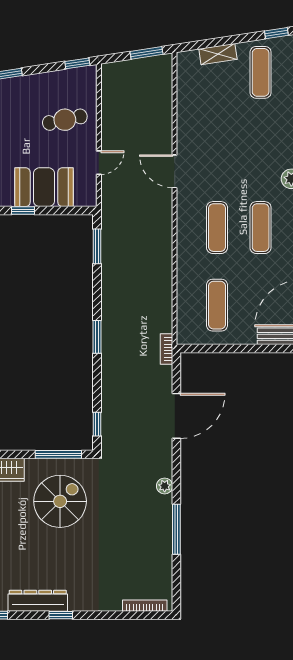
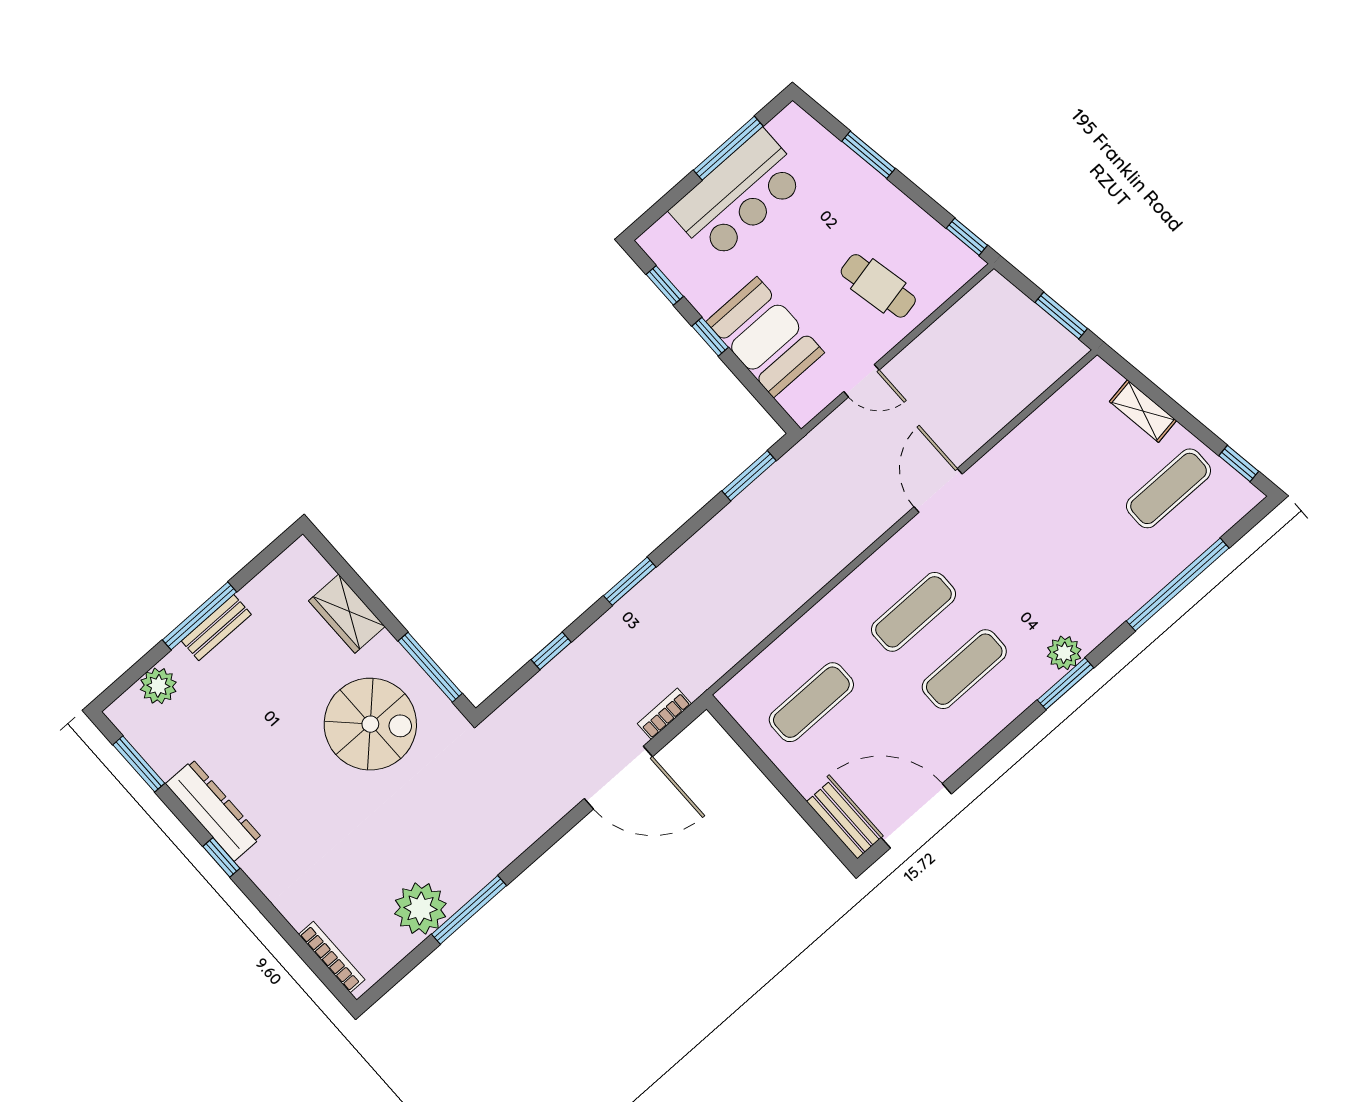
bookcase: (167, 349) -> (664, 714), moved
window: (97, 424) -> (551, 651), moved
plant: (165, 486) -> (420, 909), moved, width x1.87, depth x1.87

